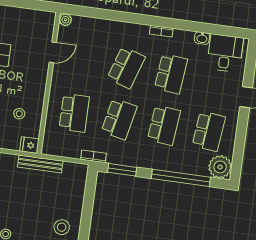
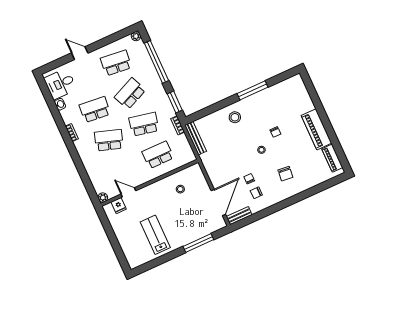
school desk: (164, 125) -> (130, 94), turned -30
fridge: (29, 145) -> (119, 206), moved
bench: (40, 164) -> (196, 138), moved
plant: (220, 167) -> (136, 36), width x0.53, depth x0.53

